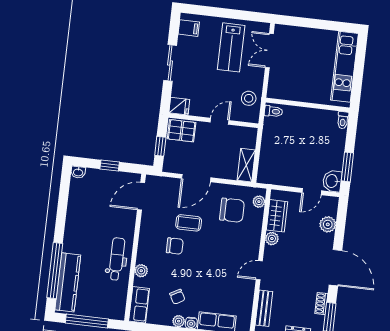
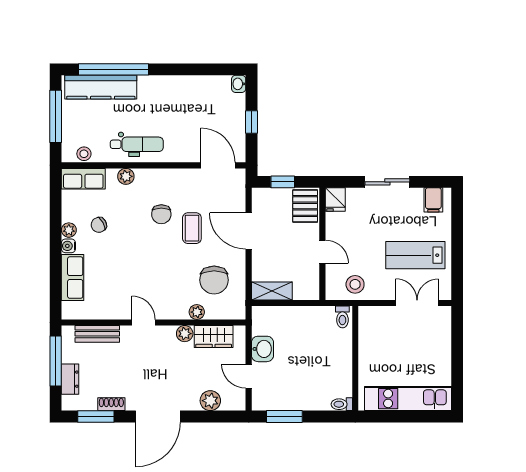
washbasin: (332, 181) -> (262, 349), moved, turned 90
plant: (259, 202) -> (197, 312), moved
stool: (119, 302) -> (84, 154), added

